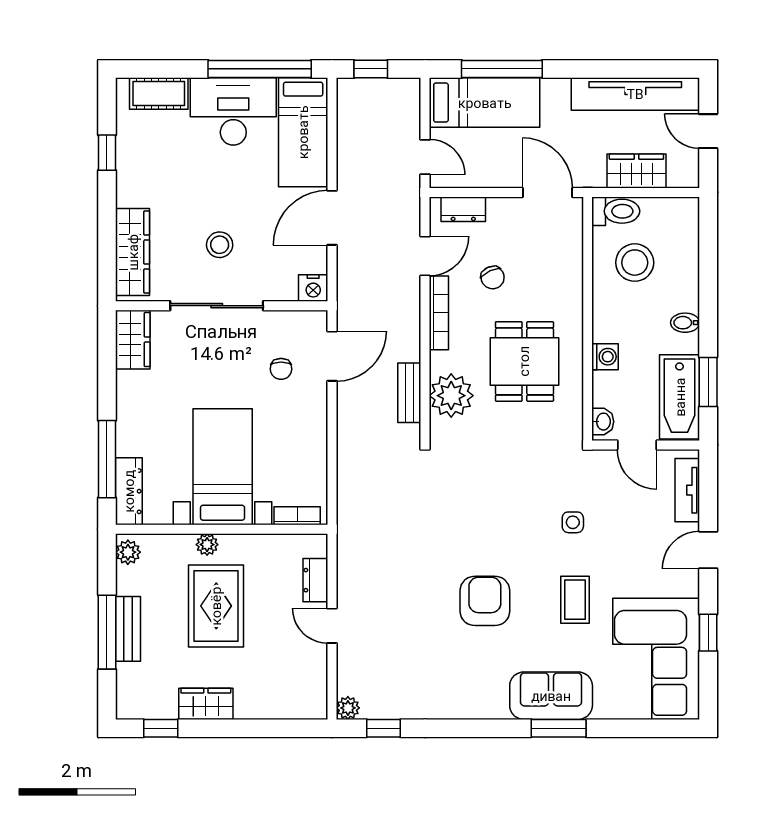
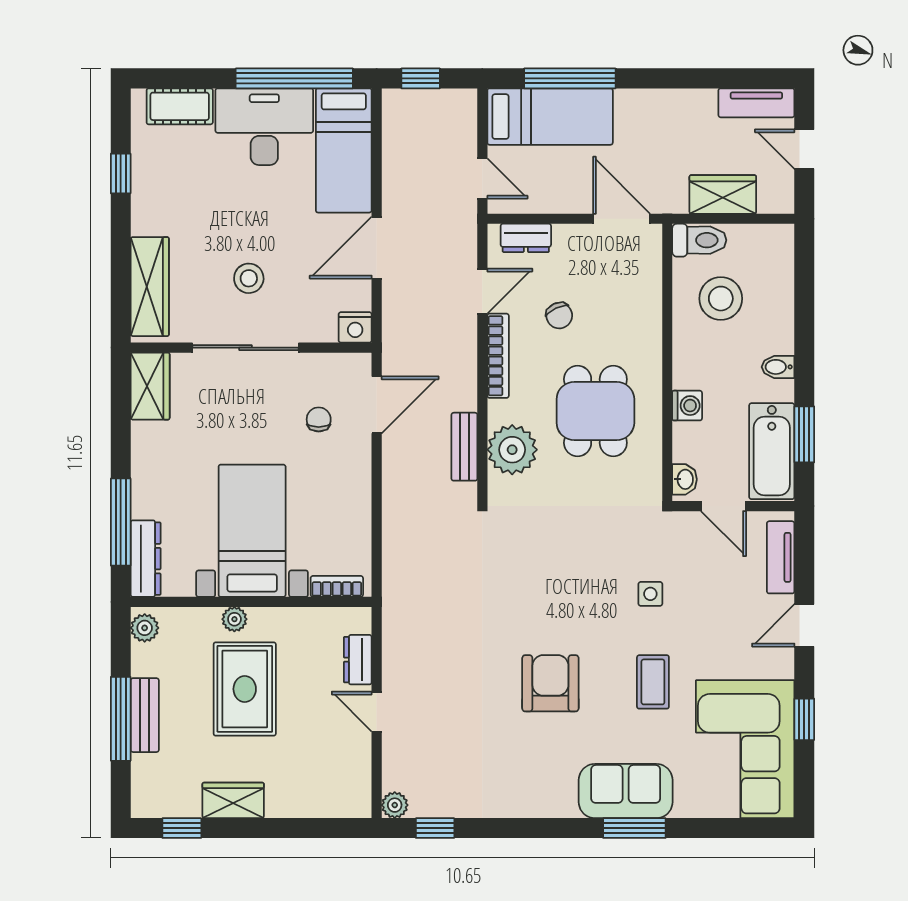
tv unit: (635, 94) -> (756, 103), width x0.52, depth x0.78
chair: (281, 369) -> (319, 419), turned 180

